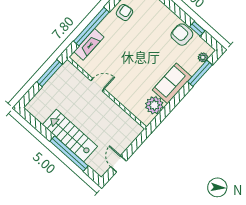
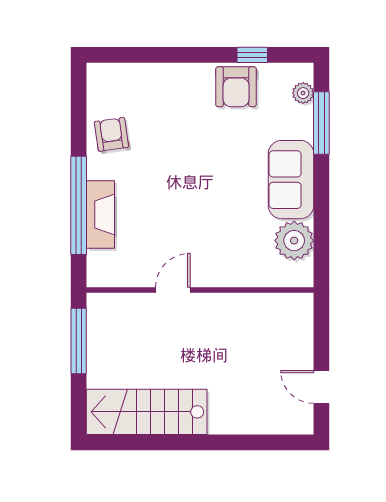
armchair: (182, 35) -> (236, 87), turned -90
fireplace: (89, 44) -> (100, 214), moved
stairs: (70, 135) -> (147, 412), moved
window: (69, 154) -> (227, 442), removed

